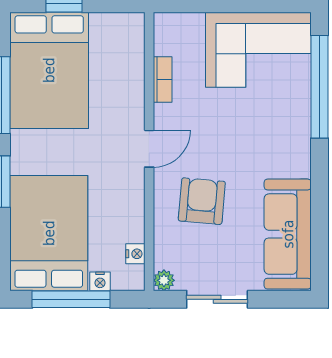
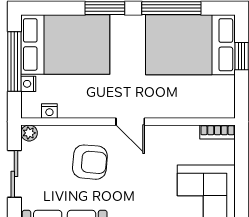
bookcase: (163, 79) -> (218, 132), moved

